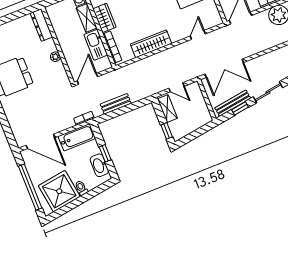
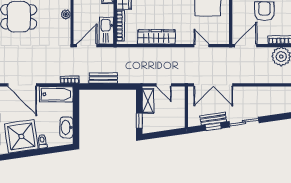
door: (198, 35) -> (201, 46), hinge flipped
kitchen sink: (96, 45) -> (106, 31), moved
bench: (233, 103) -> (213, 119), width x0.73
window: (105, 153) -> (76, 119), removed

